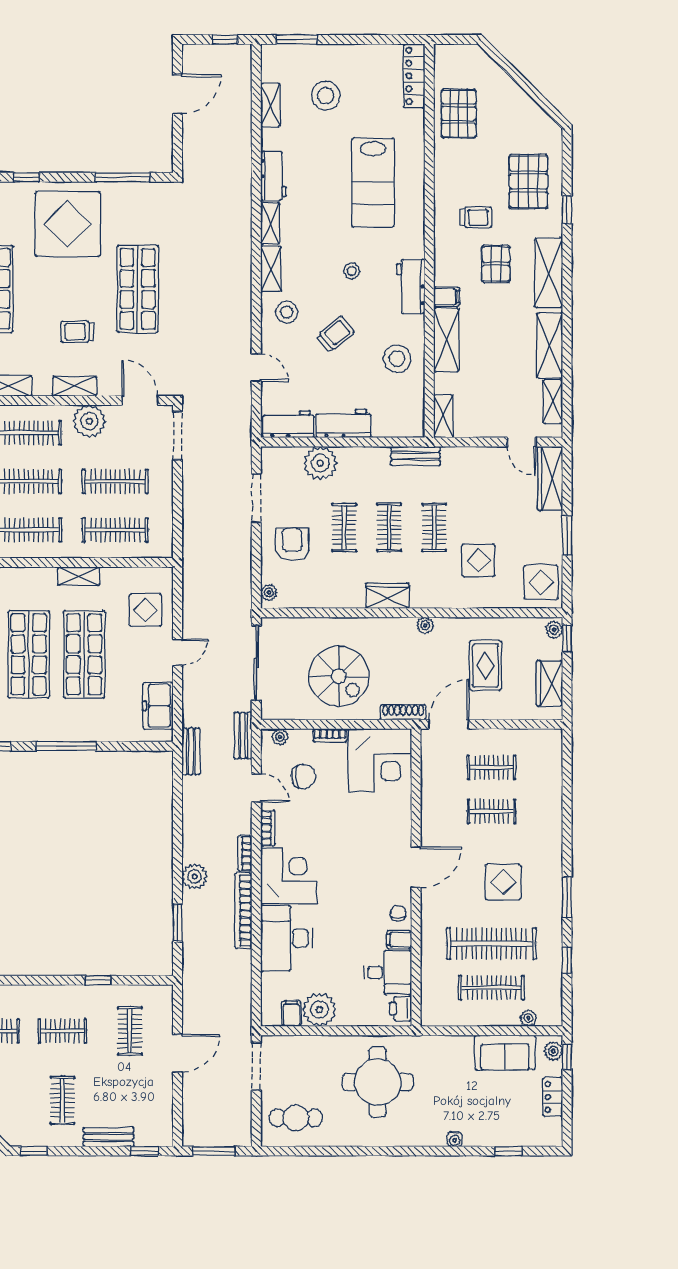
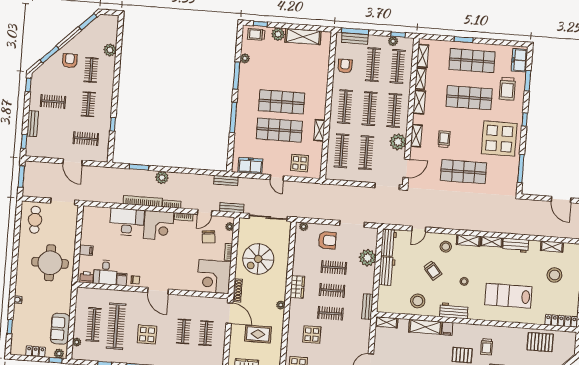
plant: (319, 1010) -> (89, 236), removed
filing cabinet: (291, 1014) -> (86, 250), moved

